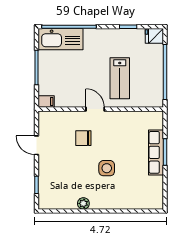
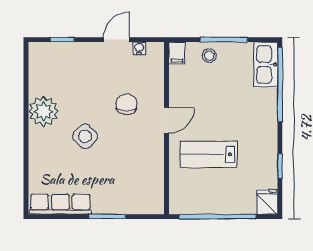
kitchen sink: (61, 39) -> (266, 65), width x0.73, depth x0.81
stool: (48, 78) -> (209, 56), added
water cooler: (43, 129) -> (139, 48), added
row of seats: (156, 152) -> (60, 204), moved
side table: (107, 168) -> (85, 136), turned 45
plant: (83, 203) -> (43, 111), width x1.88, depth x1.88

